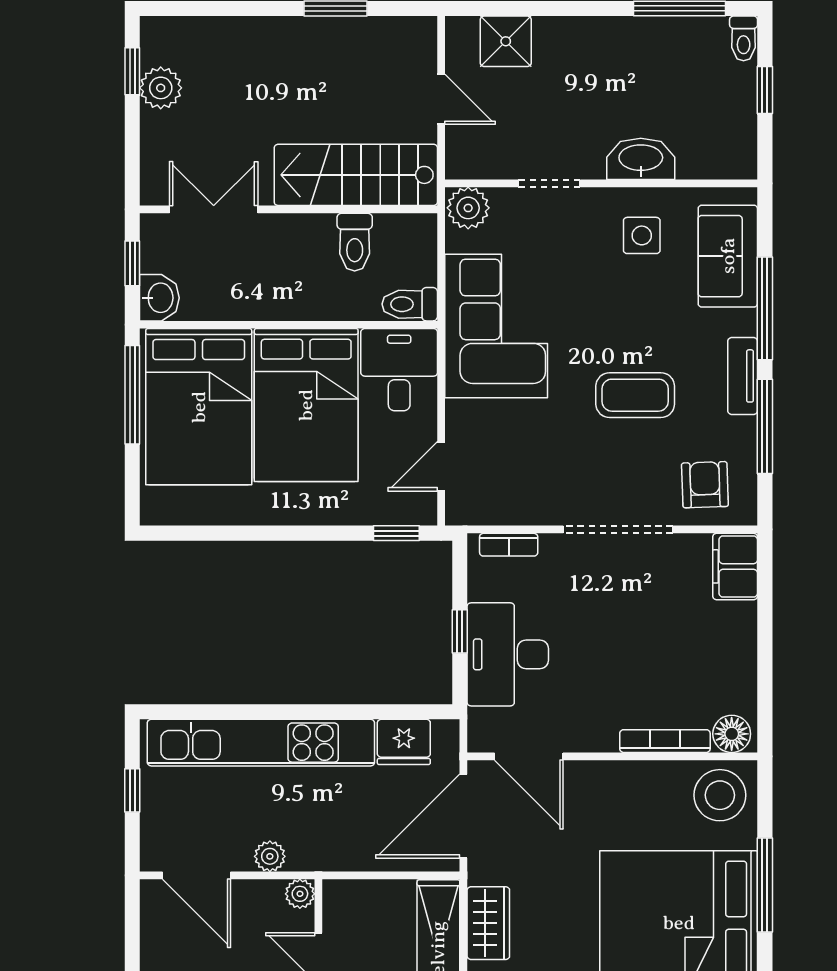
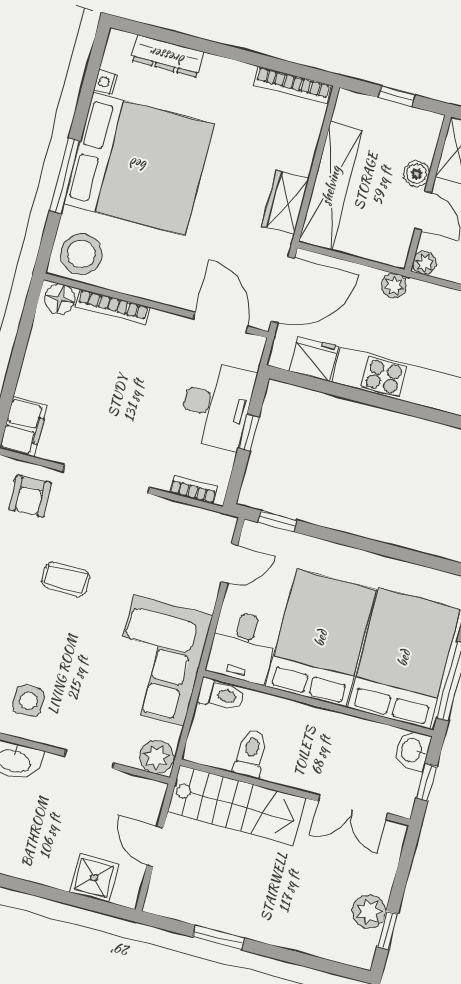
coffee table: (635, 395) -> (66, 579), width x0.73, depth x0.77
plant: (270, 856) -> (394, 286), moved

